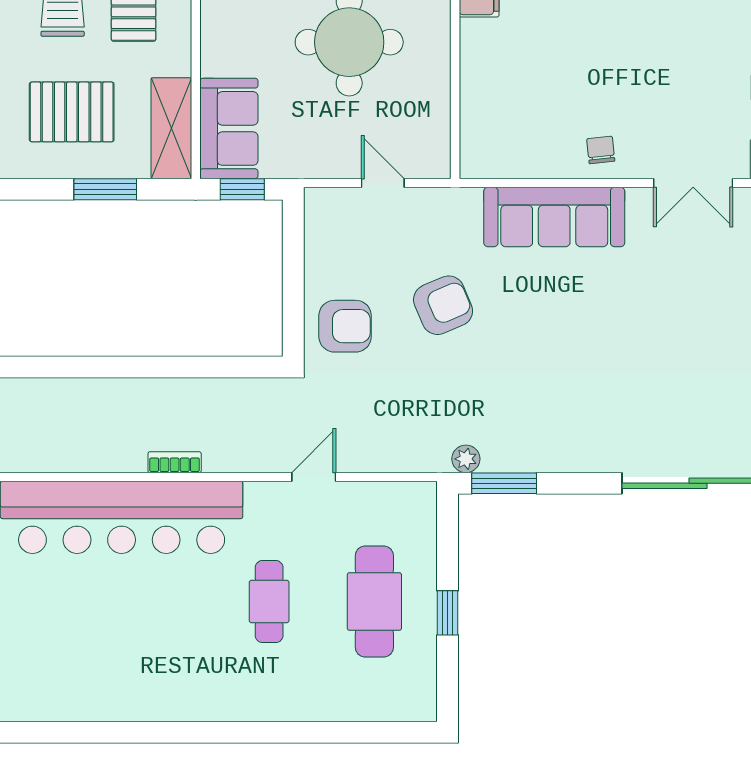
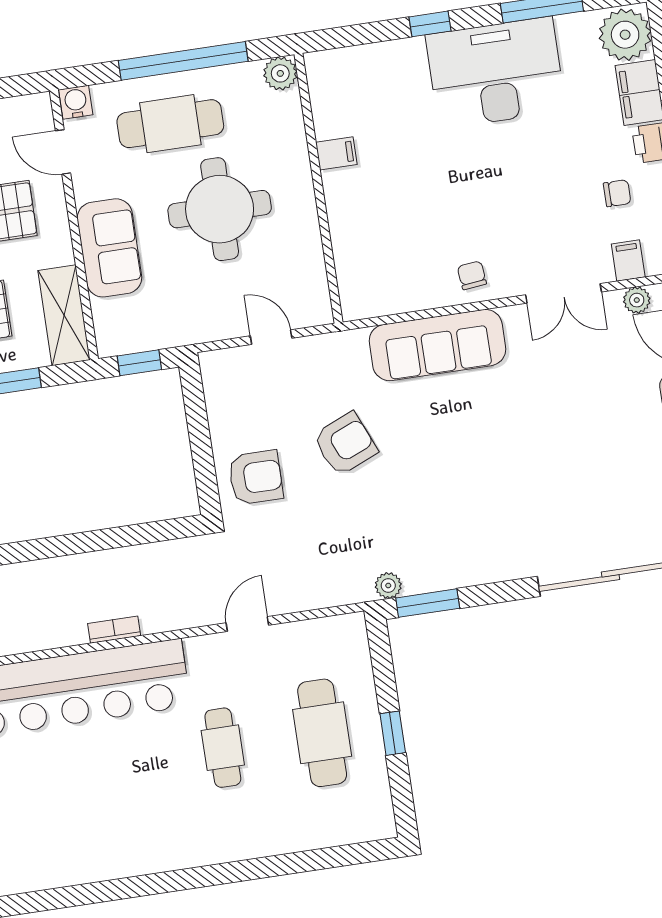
sofa: (229, 128) -> (109, 248), moved

